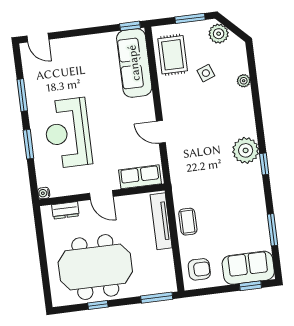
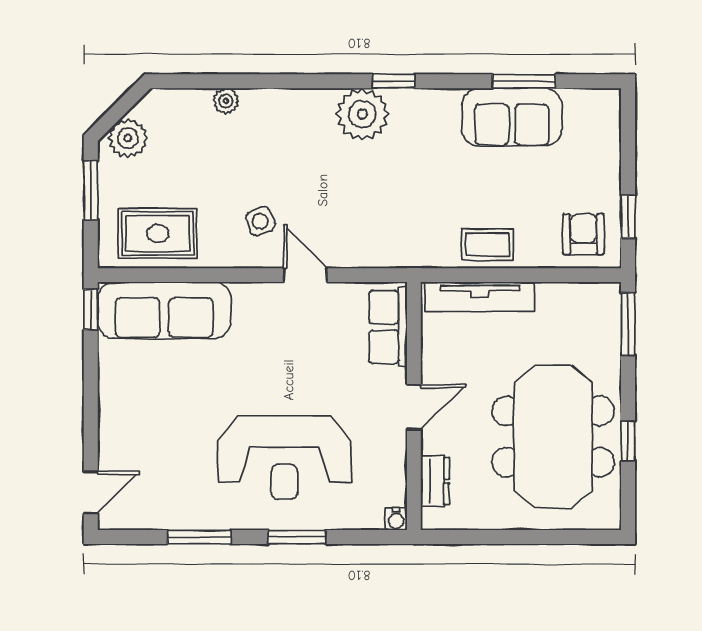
side table: (206, 73) -> (260, 221), moved
door: (161, 132) -> (305, 275), swing flipped
sofa: (248, 268) -> (512, 117), moved, turned -90
window: (250, 286) -> (628, 217), moved

